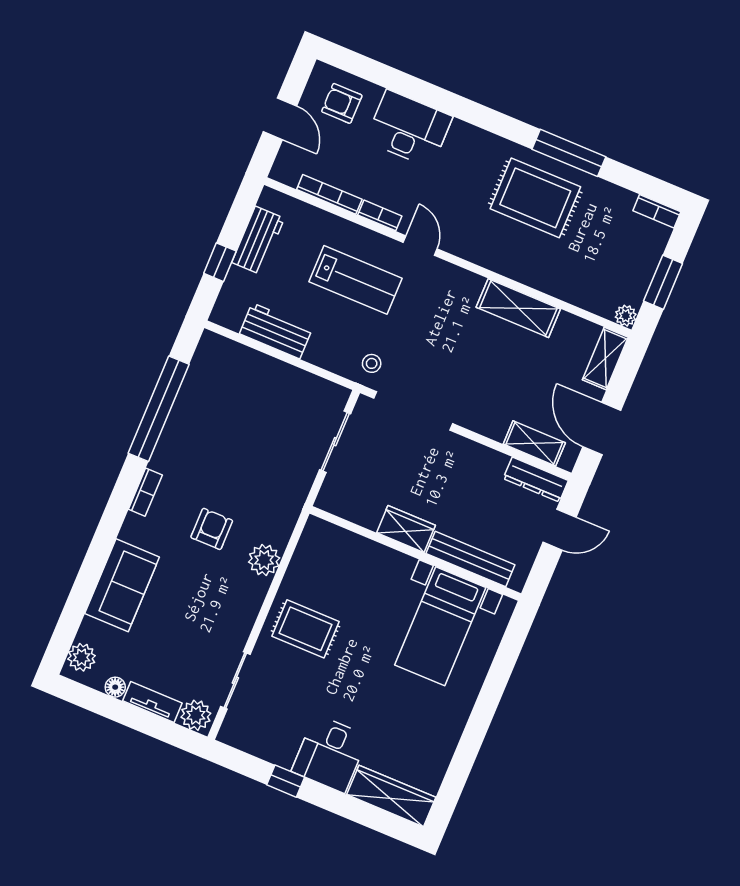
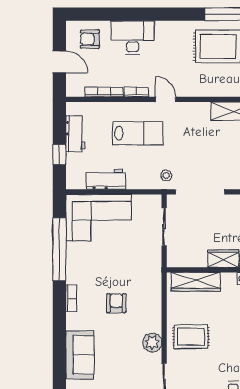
corner sofa: (240, 385) -> (99, 218), added
wardrobe: (348, 547) -> (196, 282), added
plant: (264, 560) -> (152, 343), moved

